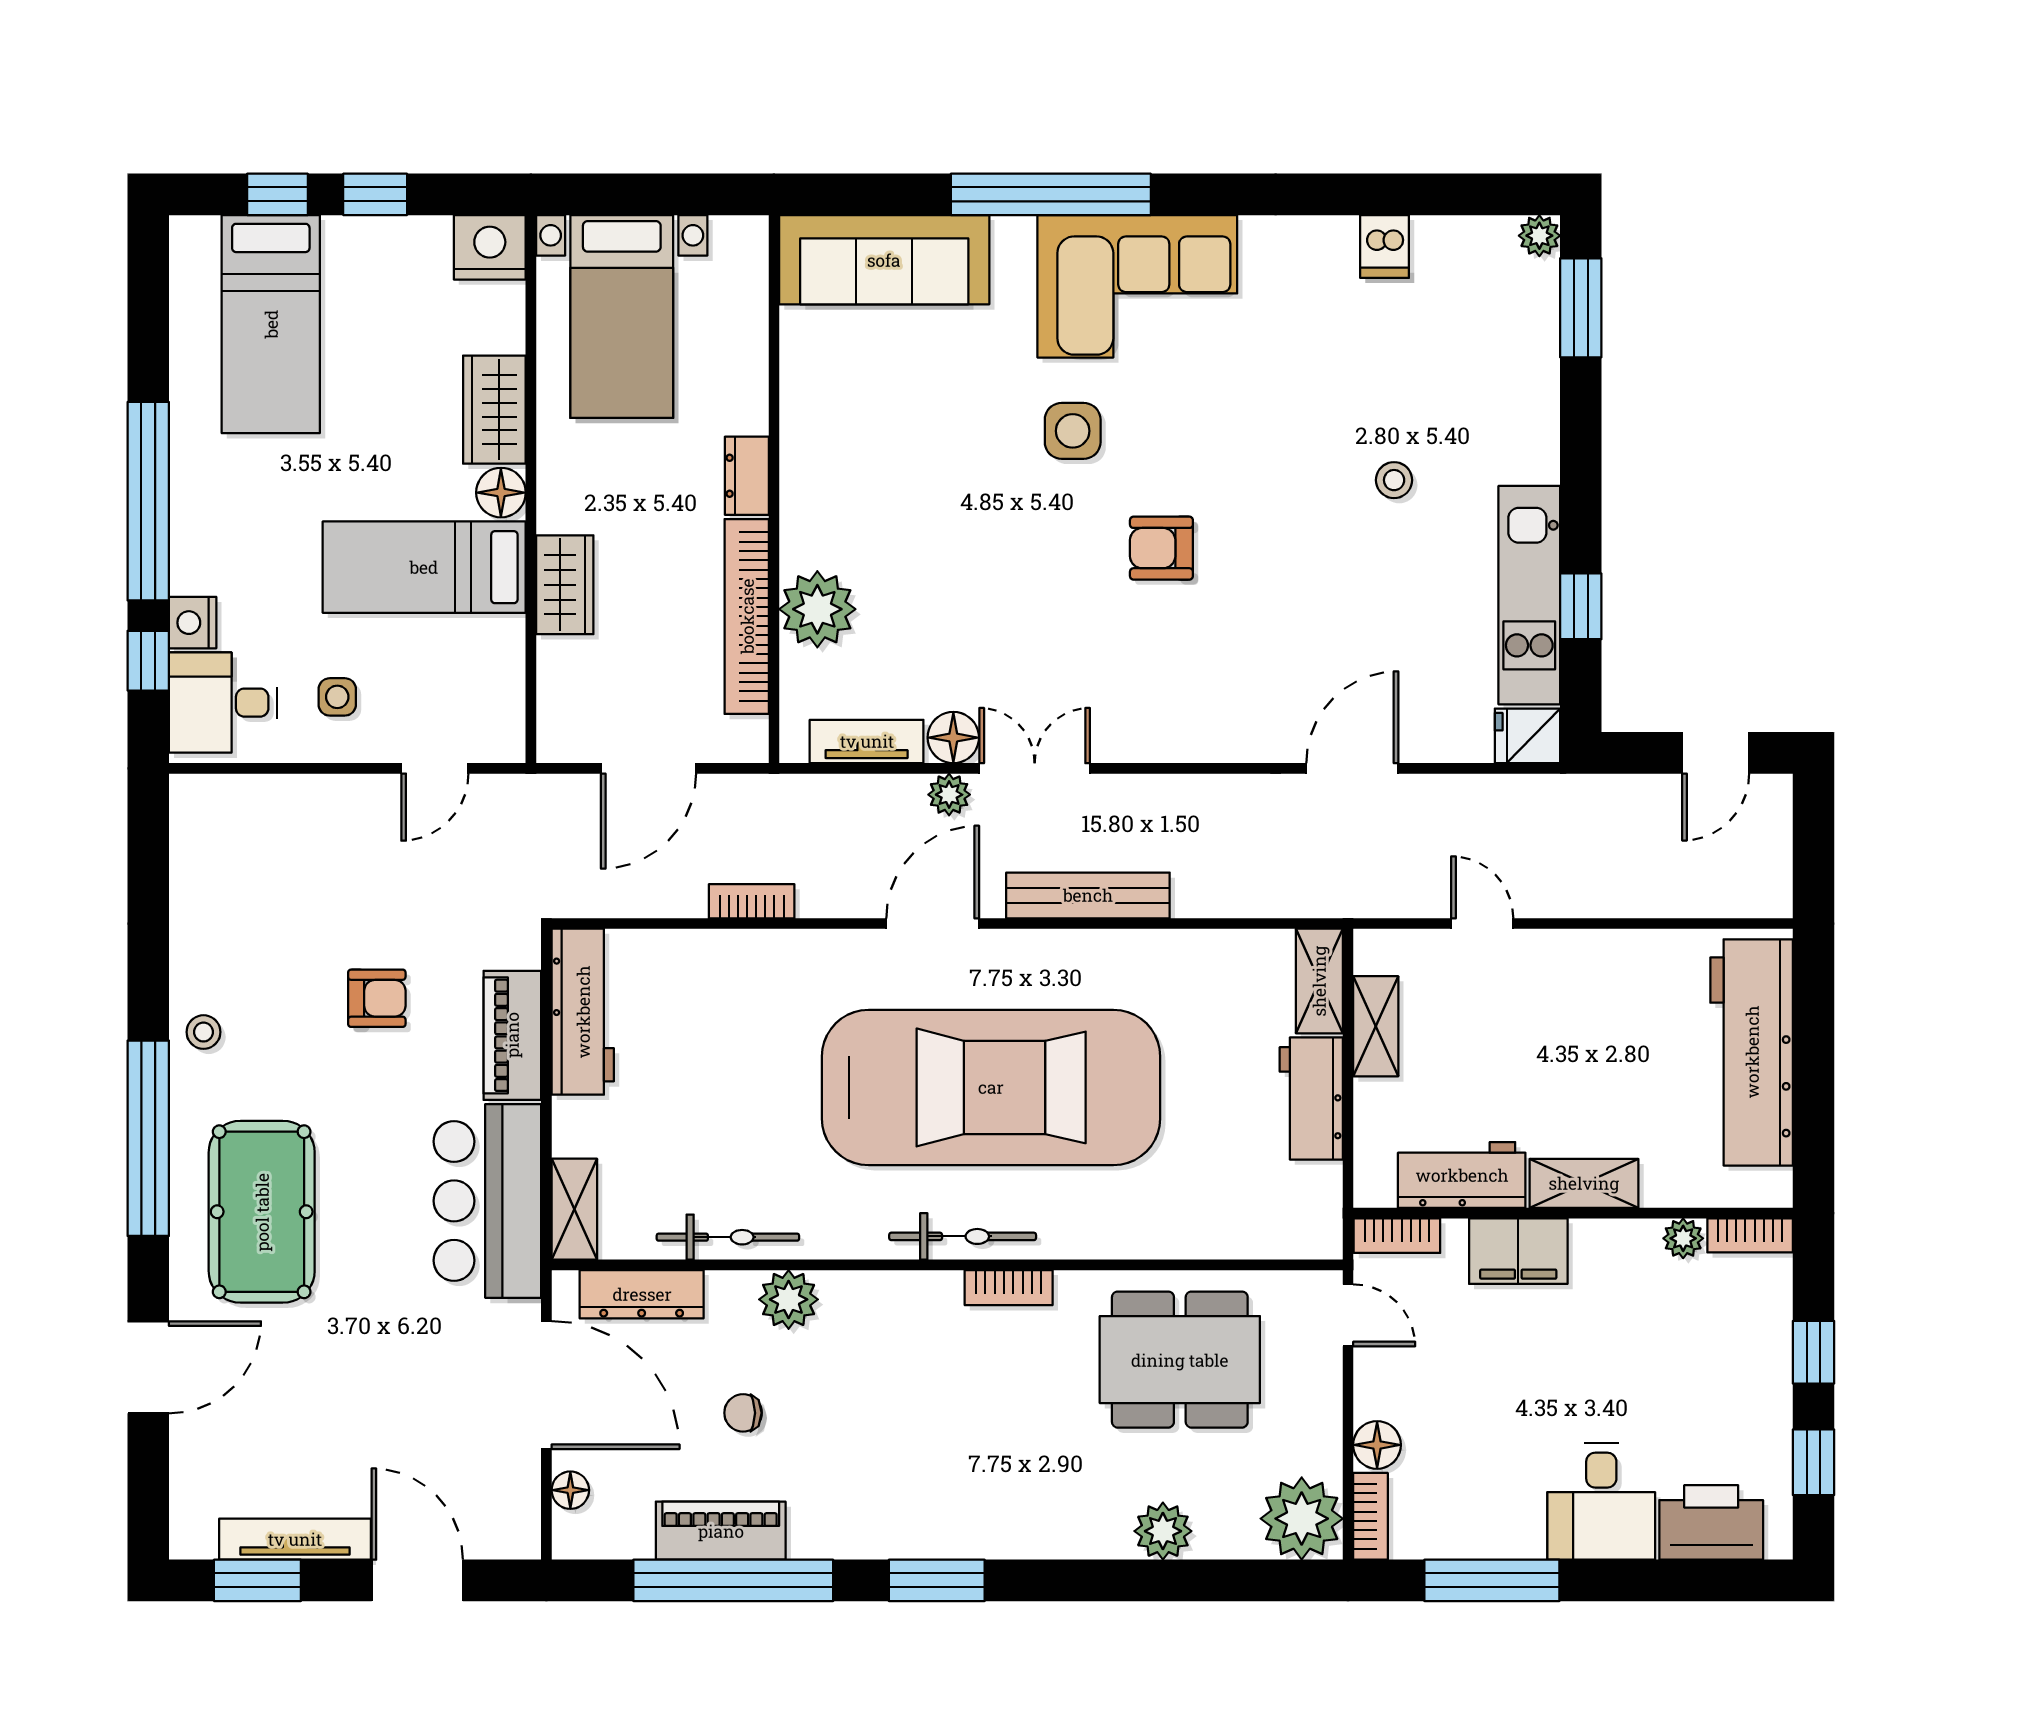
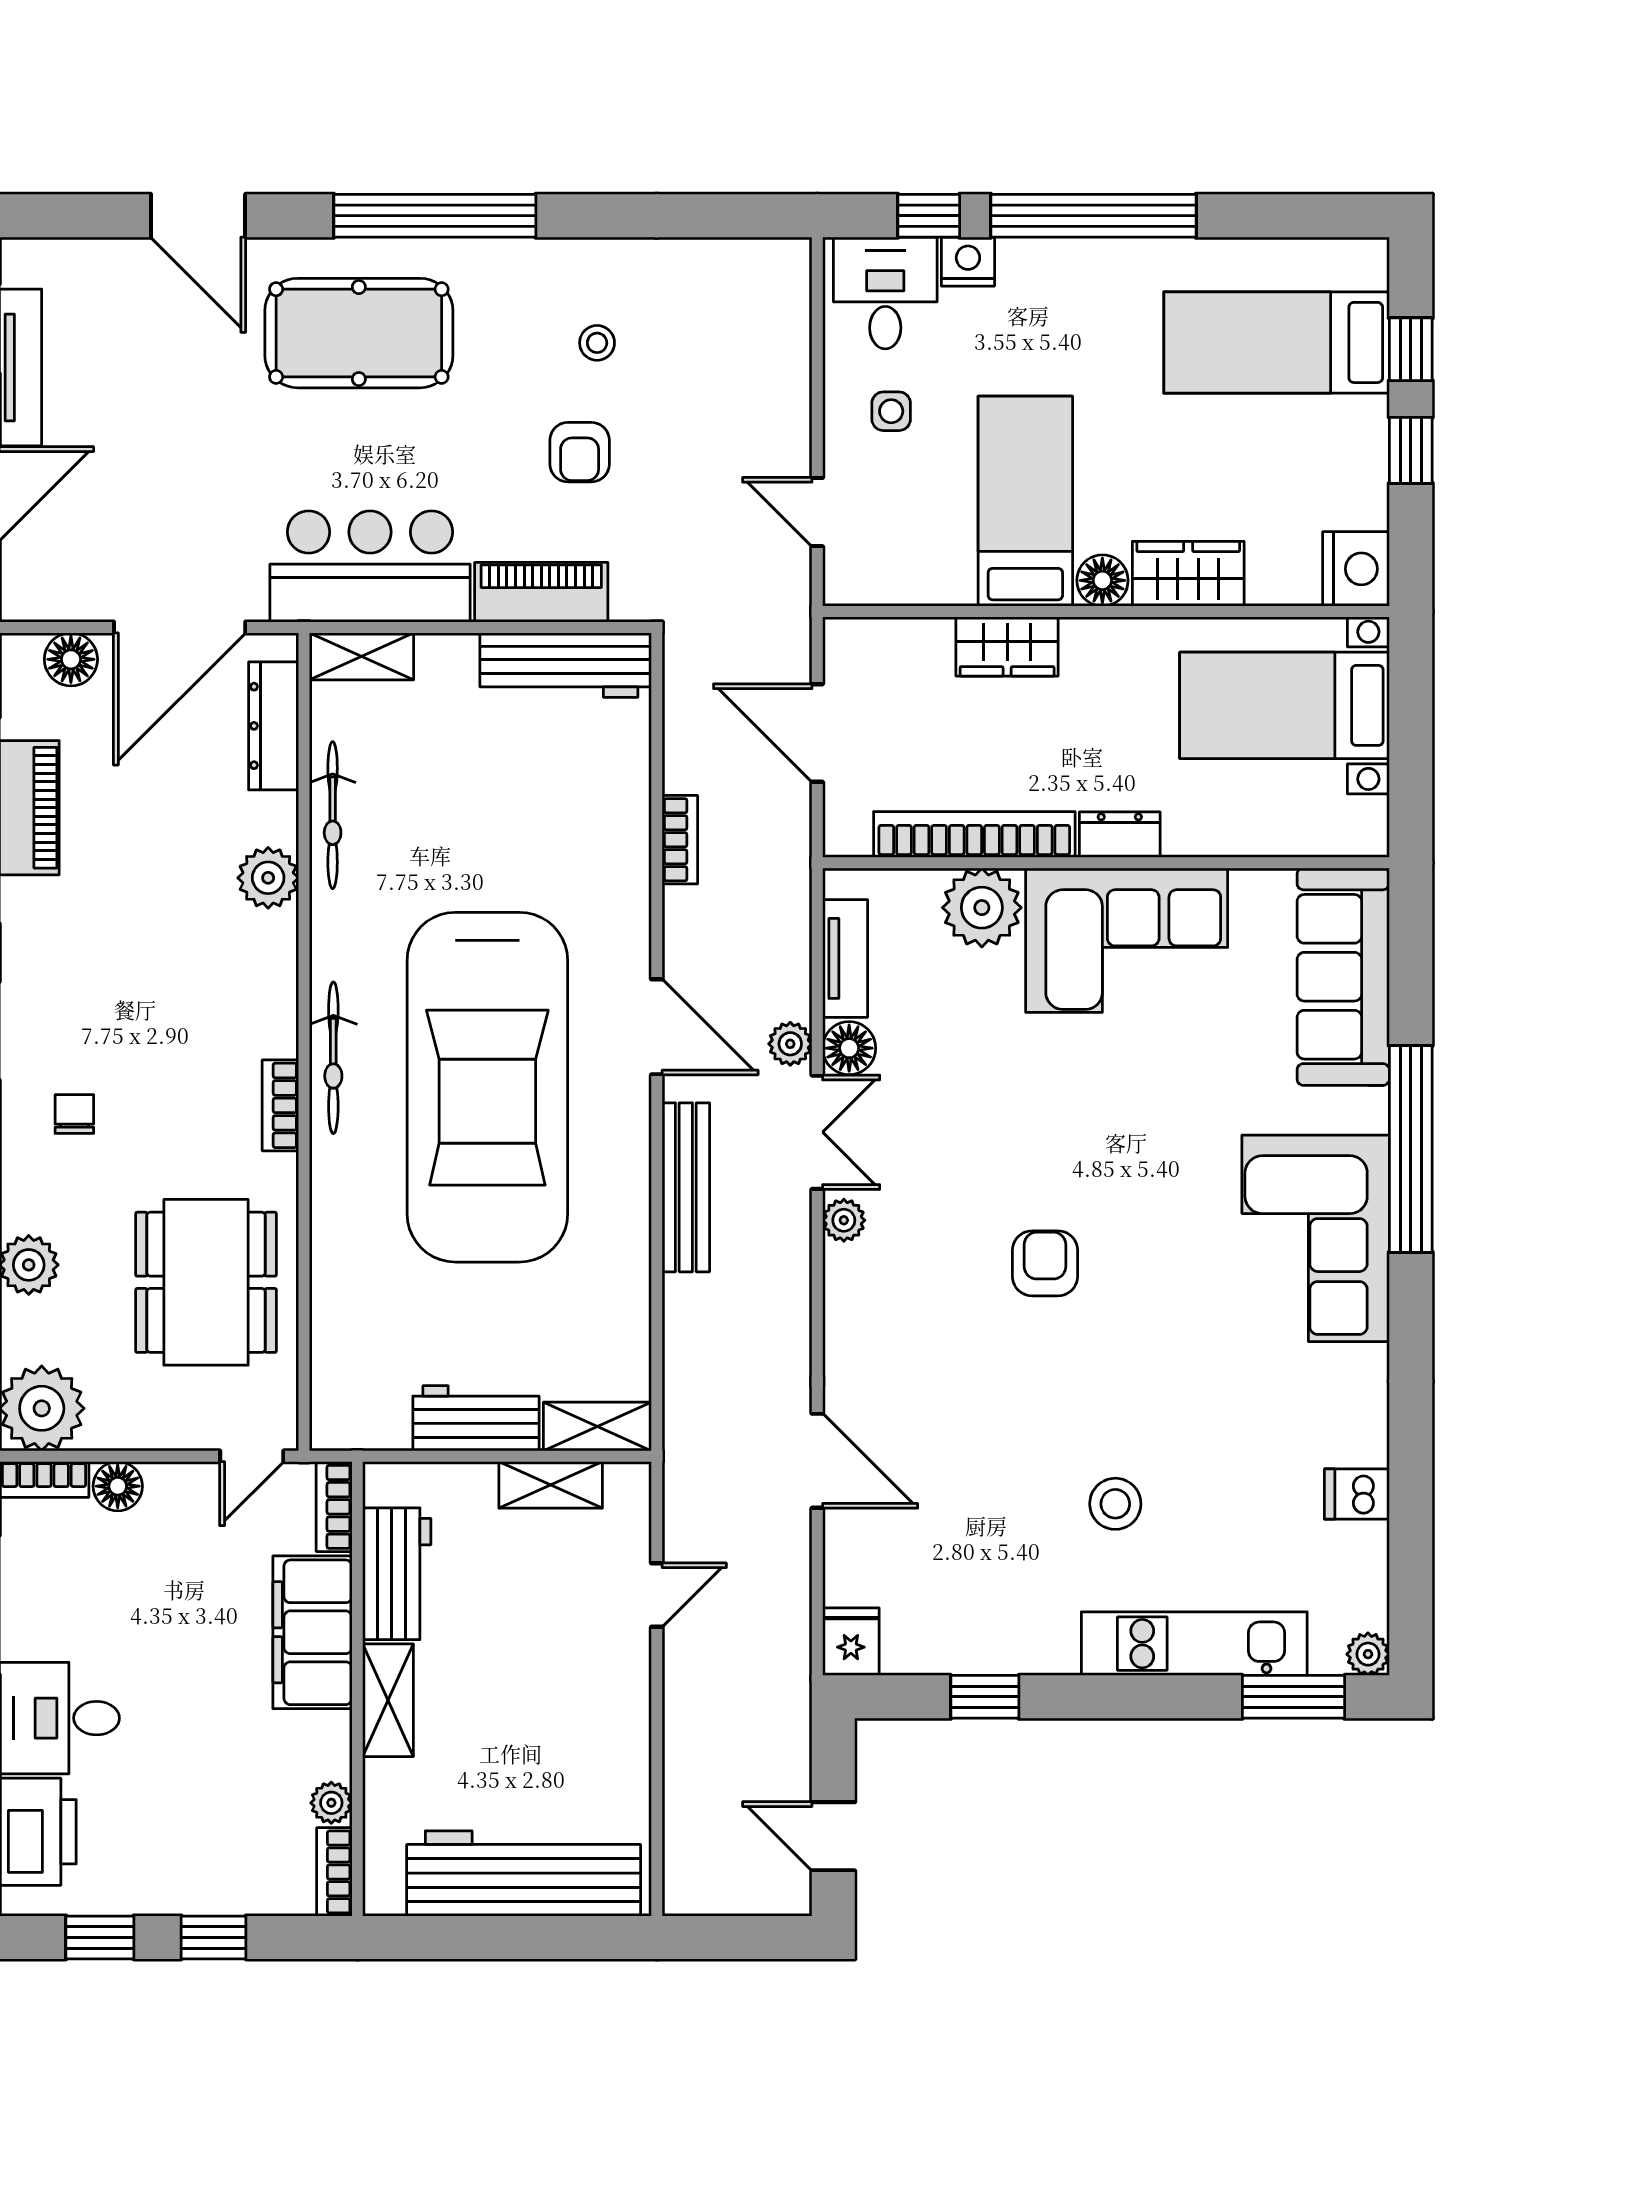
side table: (1073, 431) -> (1166, 1172), removed
corner sofa: (849, 469) -> (1127, 940), added
stool: (1394, 480) -> (1115, 1504), width x1.37, depth x1.37
kitchen unit: (1529, 595) -> (1194, 1644), moved
plant: (1120, 743) -> (844, 1220), added
stool: (203, 1032) -> (597, 343), moved
filing cabinet: (1518, 1251) -> (312, 1632), width x1.50, depth x1.17
chair: (743, 1413) -> (74, 1114), moved
floor lamp: (570, 1490) -> (71, 659), width x1.37, depth x1.37

